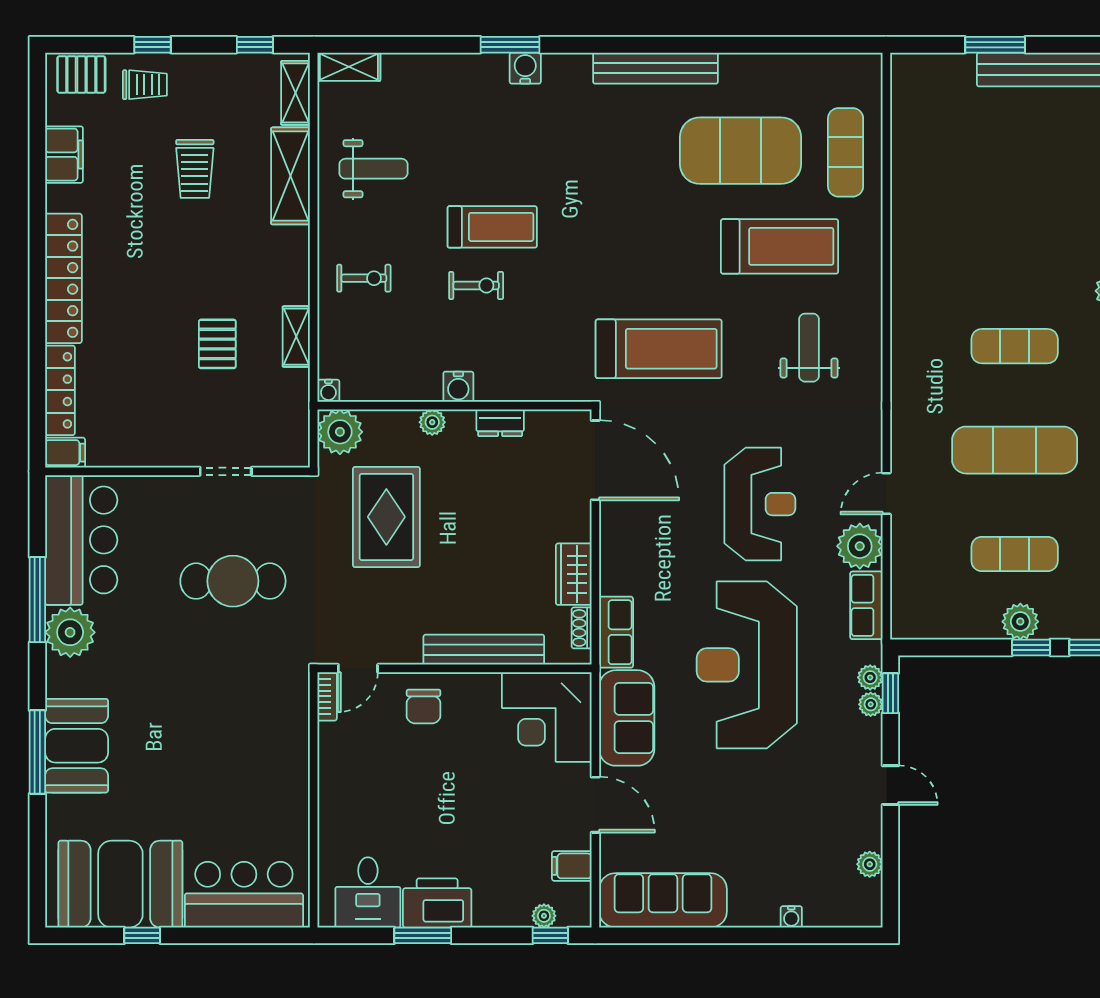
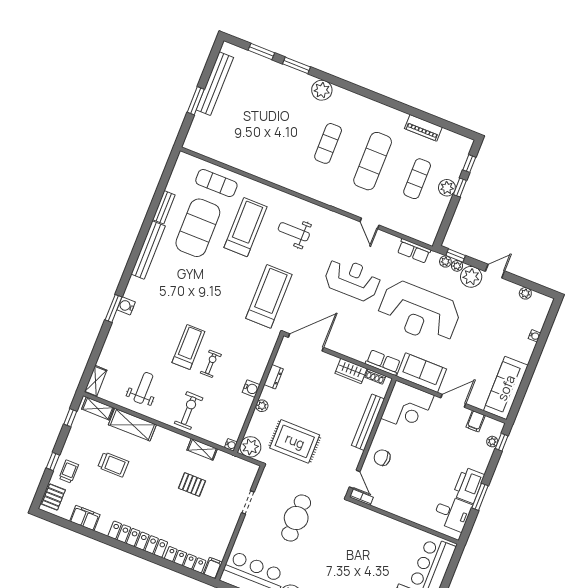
bench: (755, 66) -> (164, 207), added
exercise bike: (364, 278) -> (189, 411), width x1.38, depth x1.39
plant: (860, 546) -> (471, 277), moved
chair: (424, 706) -> (382, 458), turned 180

